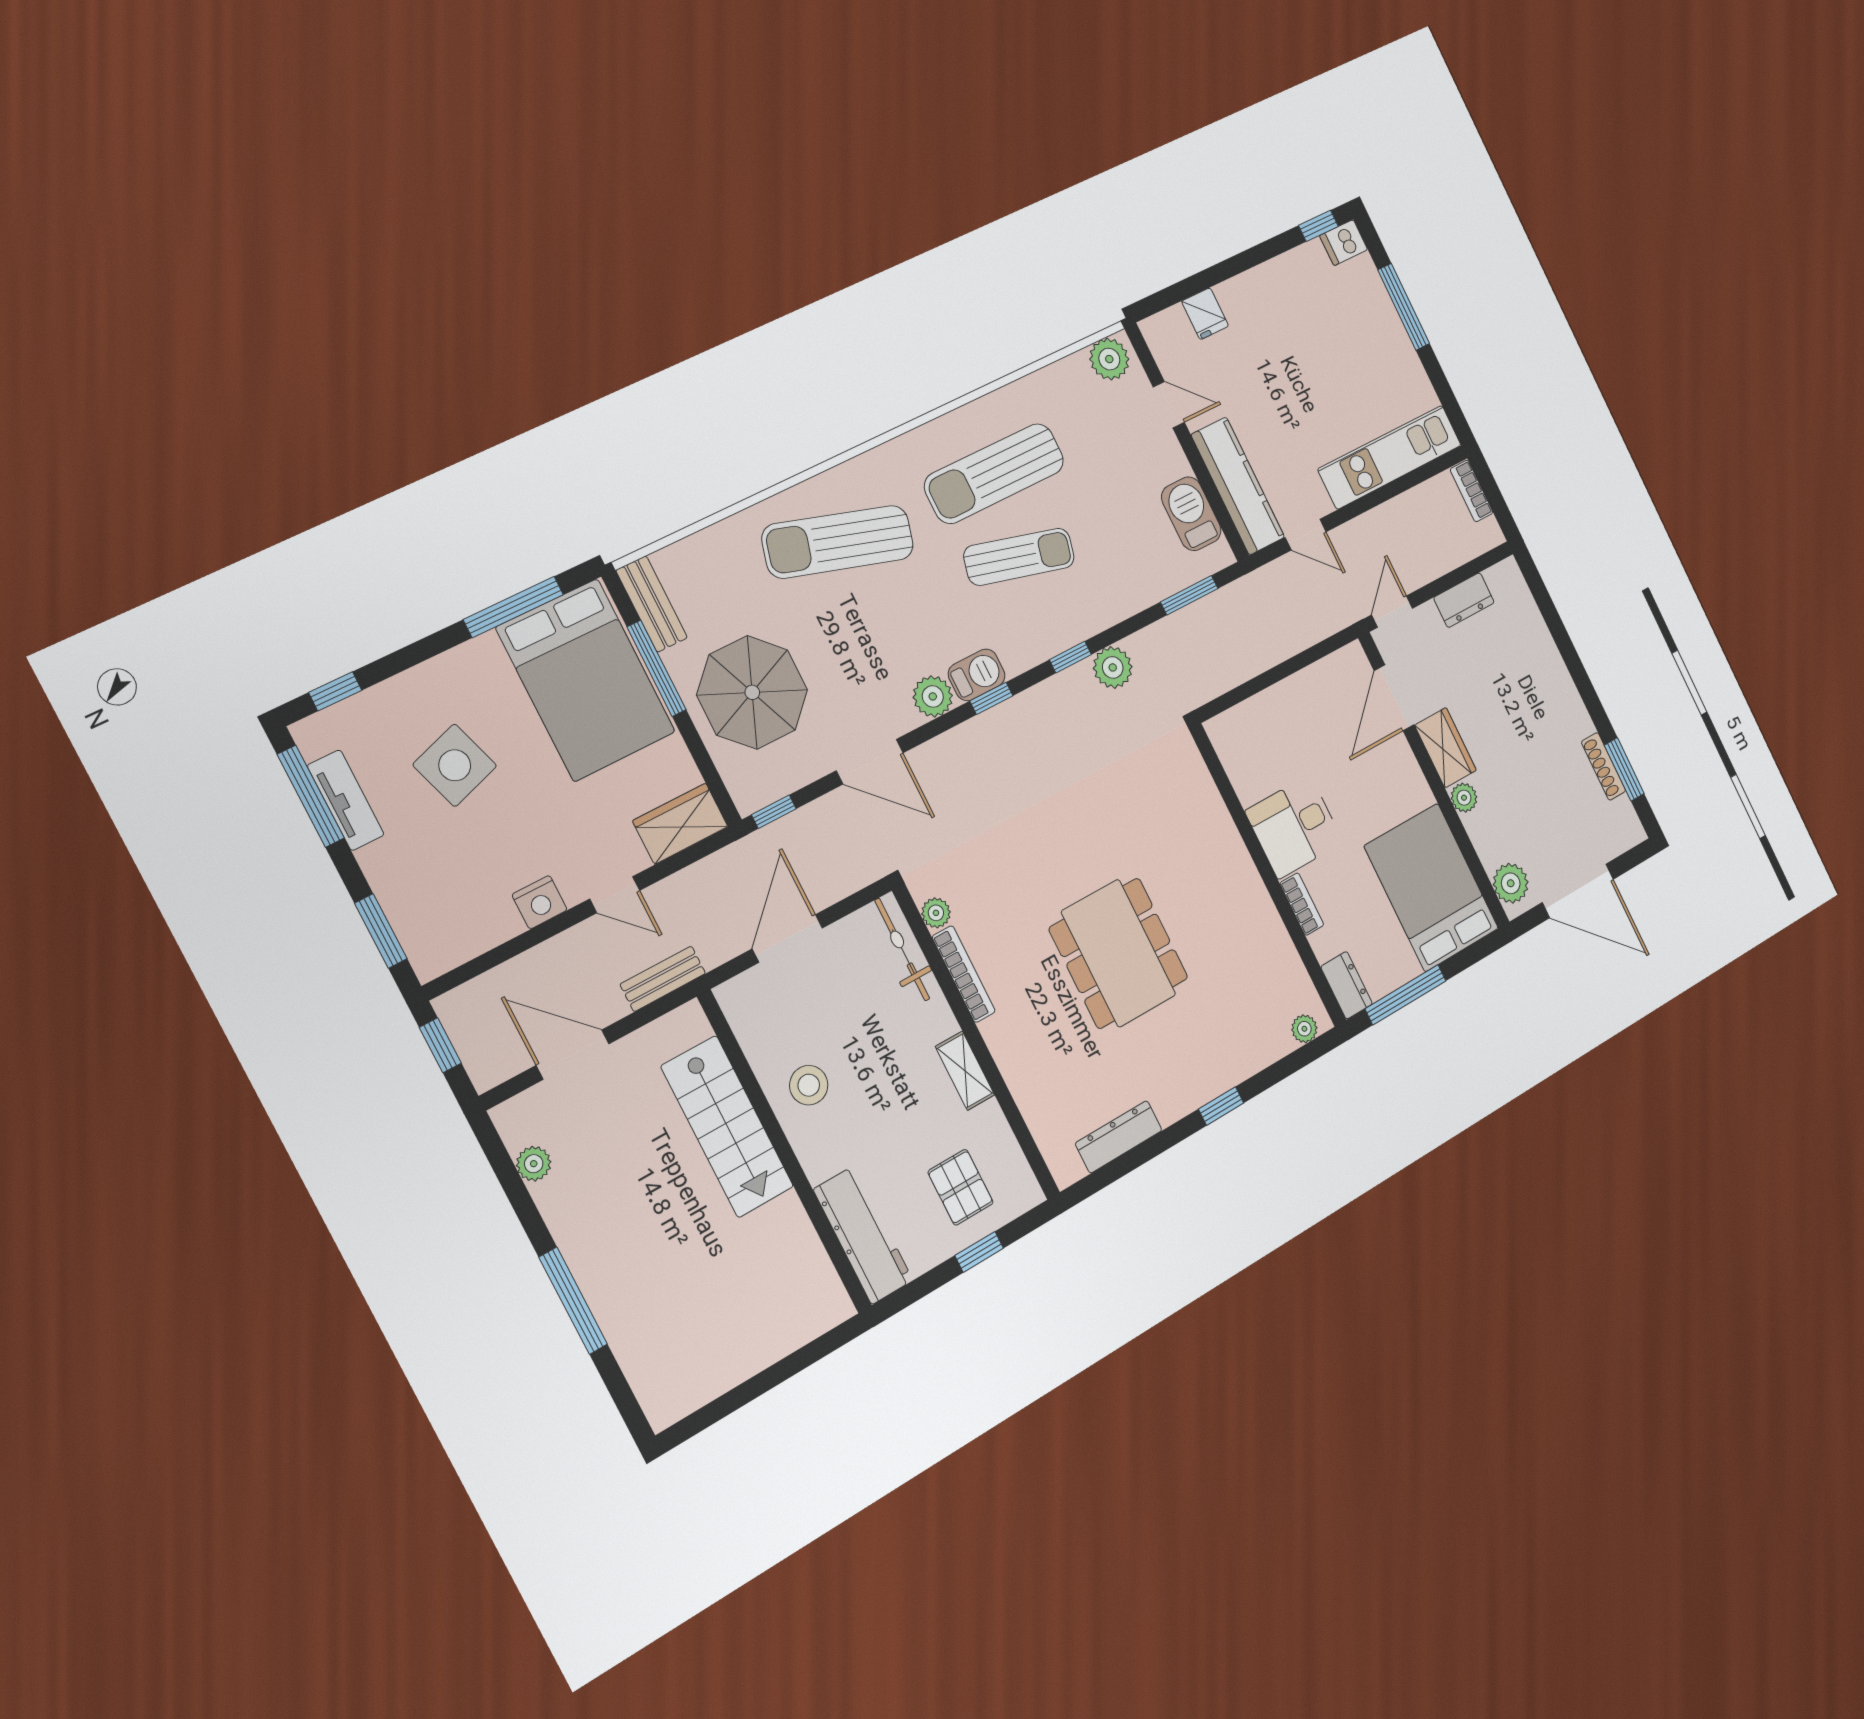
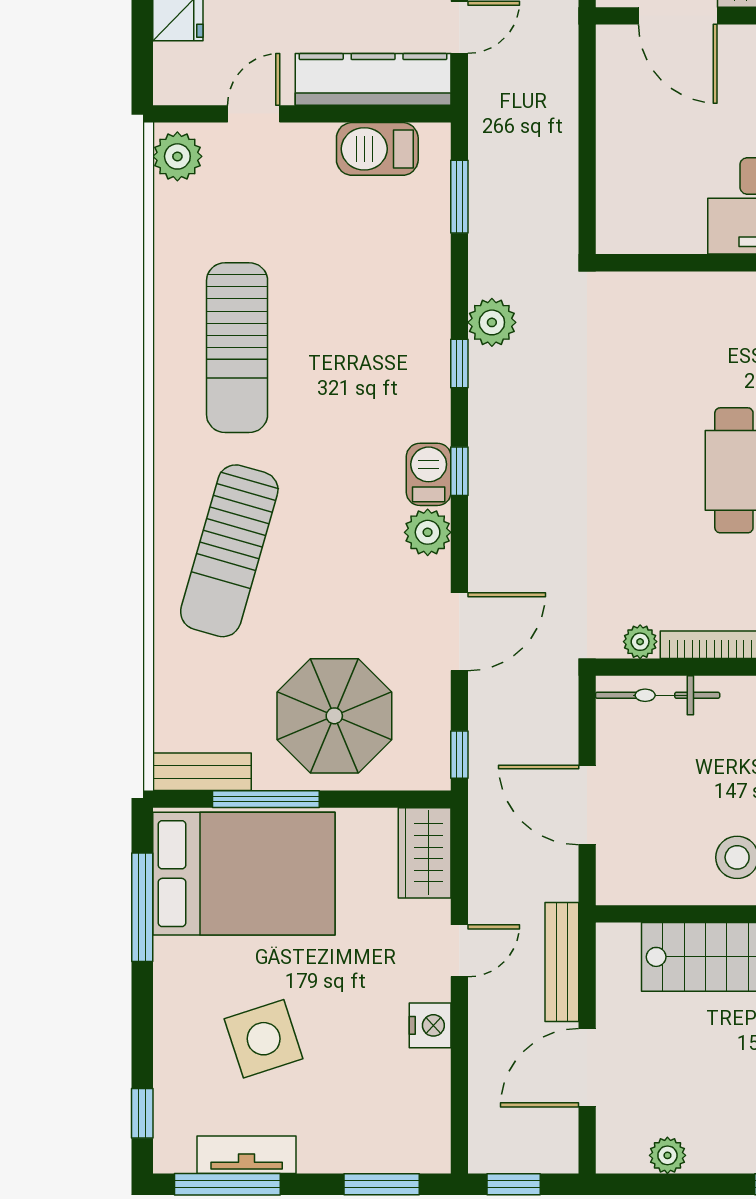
sun lounger: (1019, 557) -> (333, 365), removed
bench: (663, 979) -> (562, 962), width x1.36

